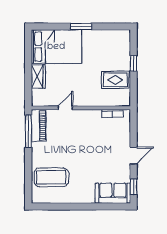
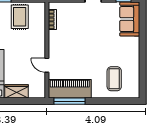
piano: (39, 126) -> (70, 89), width x1.37, depth x1.33
coffee table: (51, 177) -> (114, 79), width x0.73, depth x0.76

